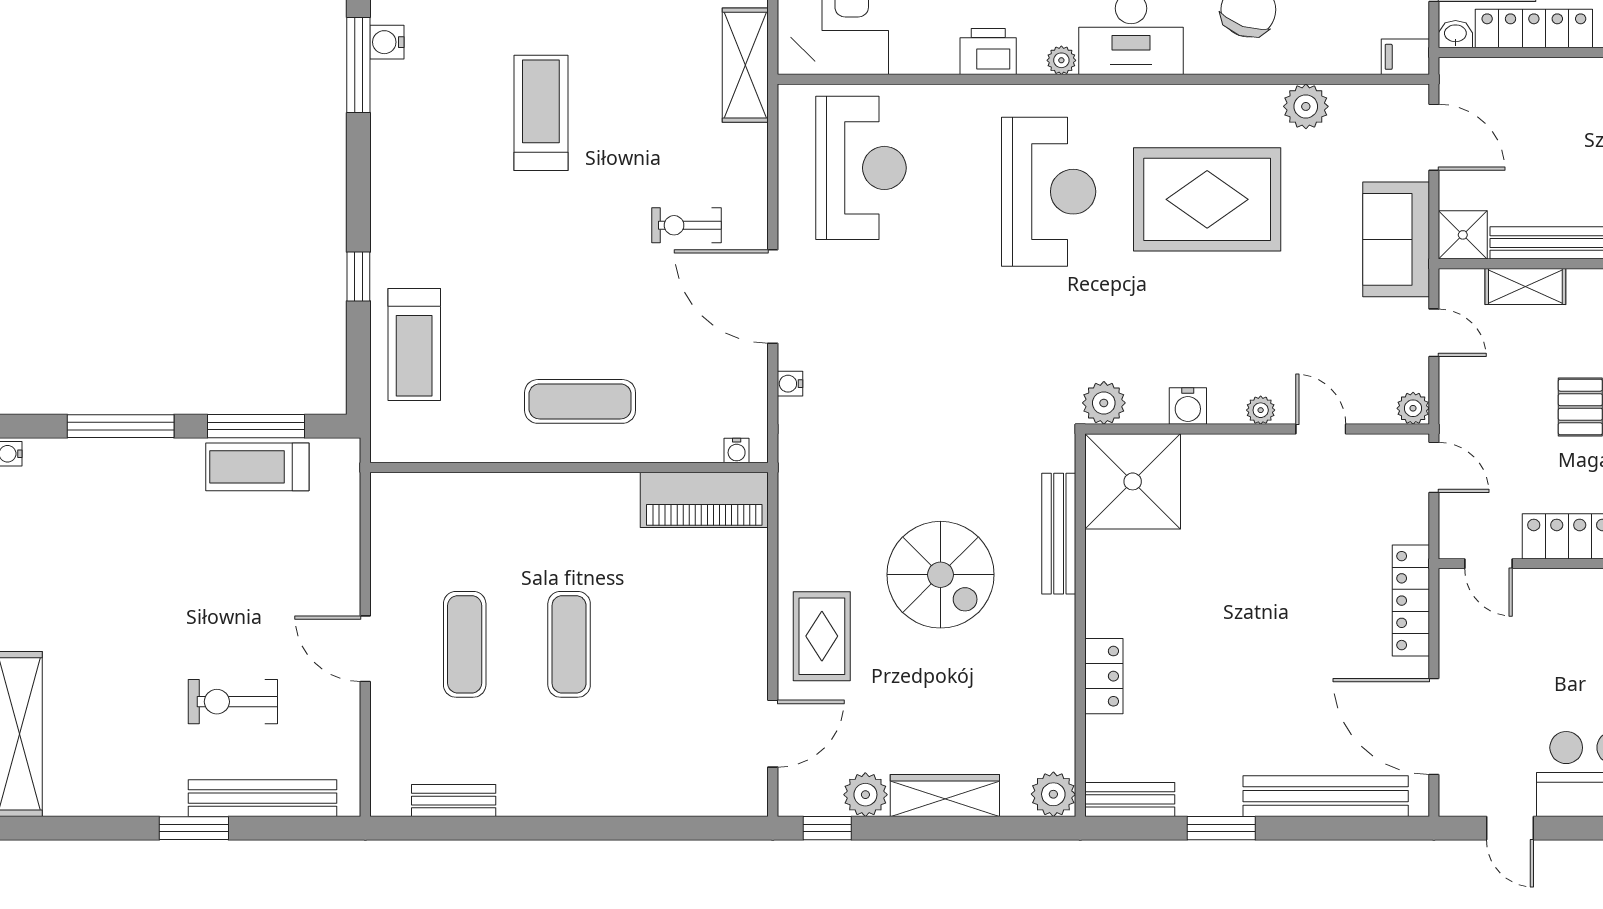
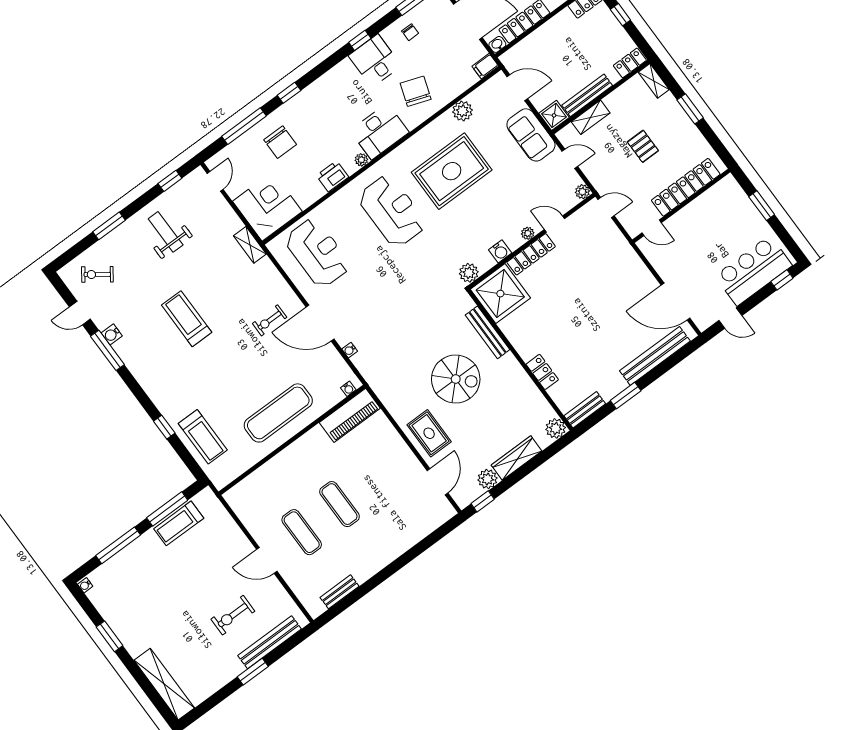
shelving: (745, 65) -> (250, 245), width x0.67, depth x0.75
exercise mat: (580, 401) -> (278, 413), width x1.36, depth x1.45
locker: (1411, 601) -> (531, 254), moved, turned -90

